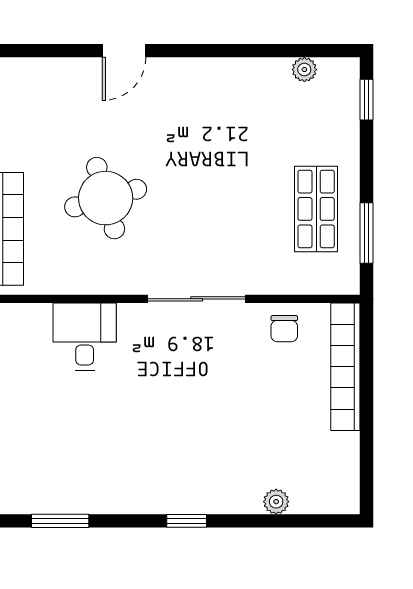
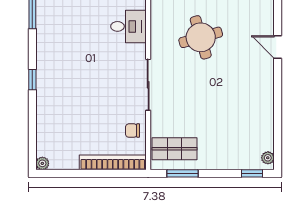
plant: (304, 70) -> (268, 158), moved
shop shelf: (316, 209) -> (175, 149), moved
plant: (276, 502) -> (42, 163), moved

